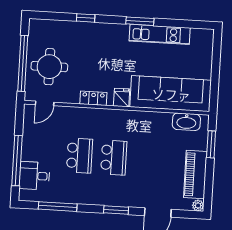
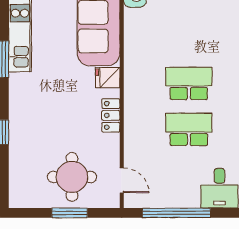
window: (23, 63) -> (70, 213), width x0.47
window: (17, 161) -> (176, 213), moved

